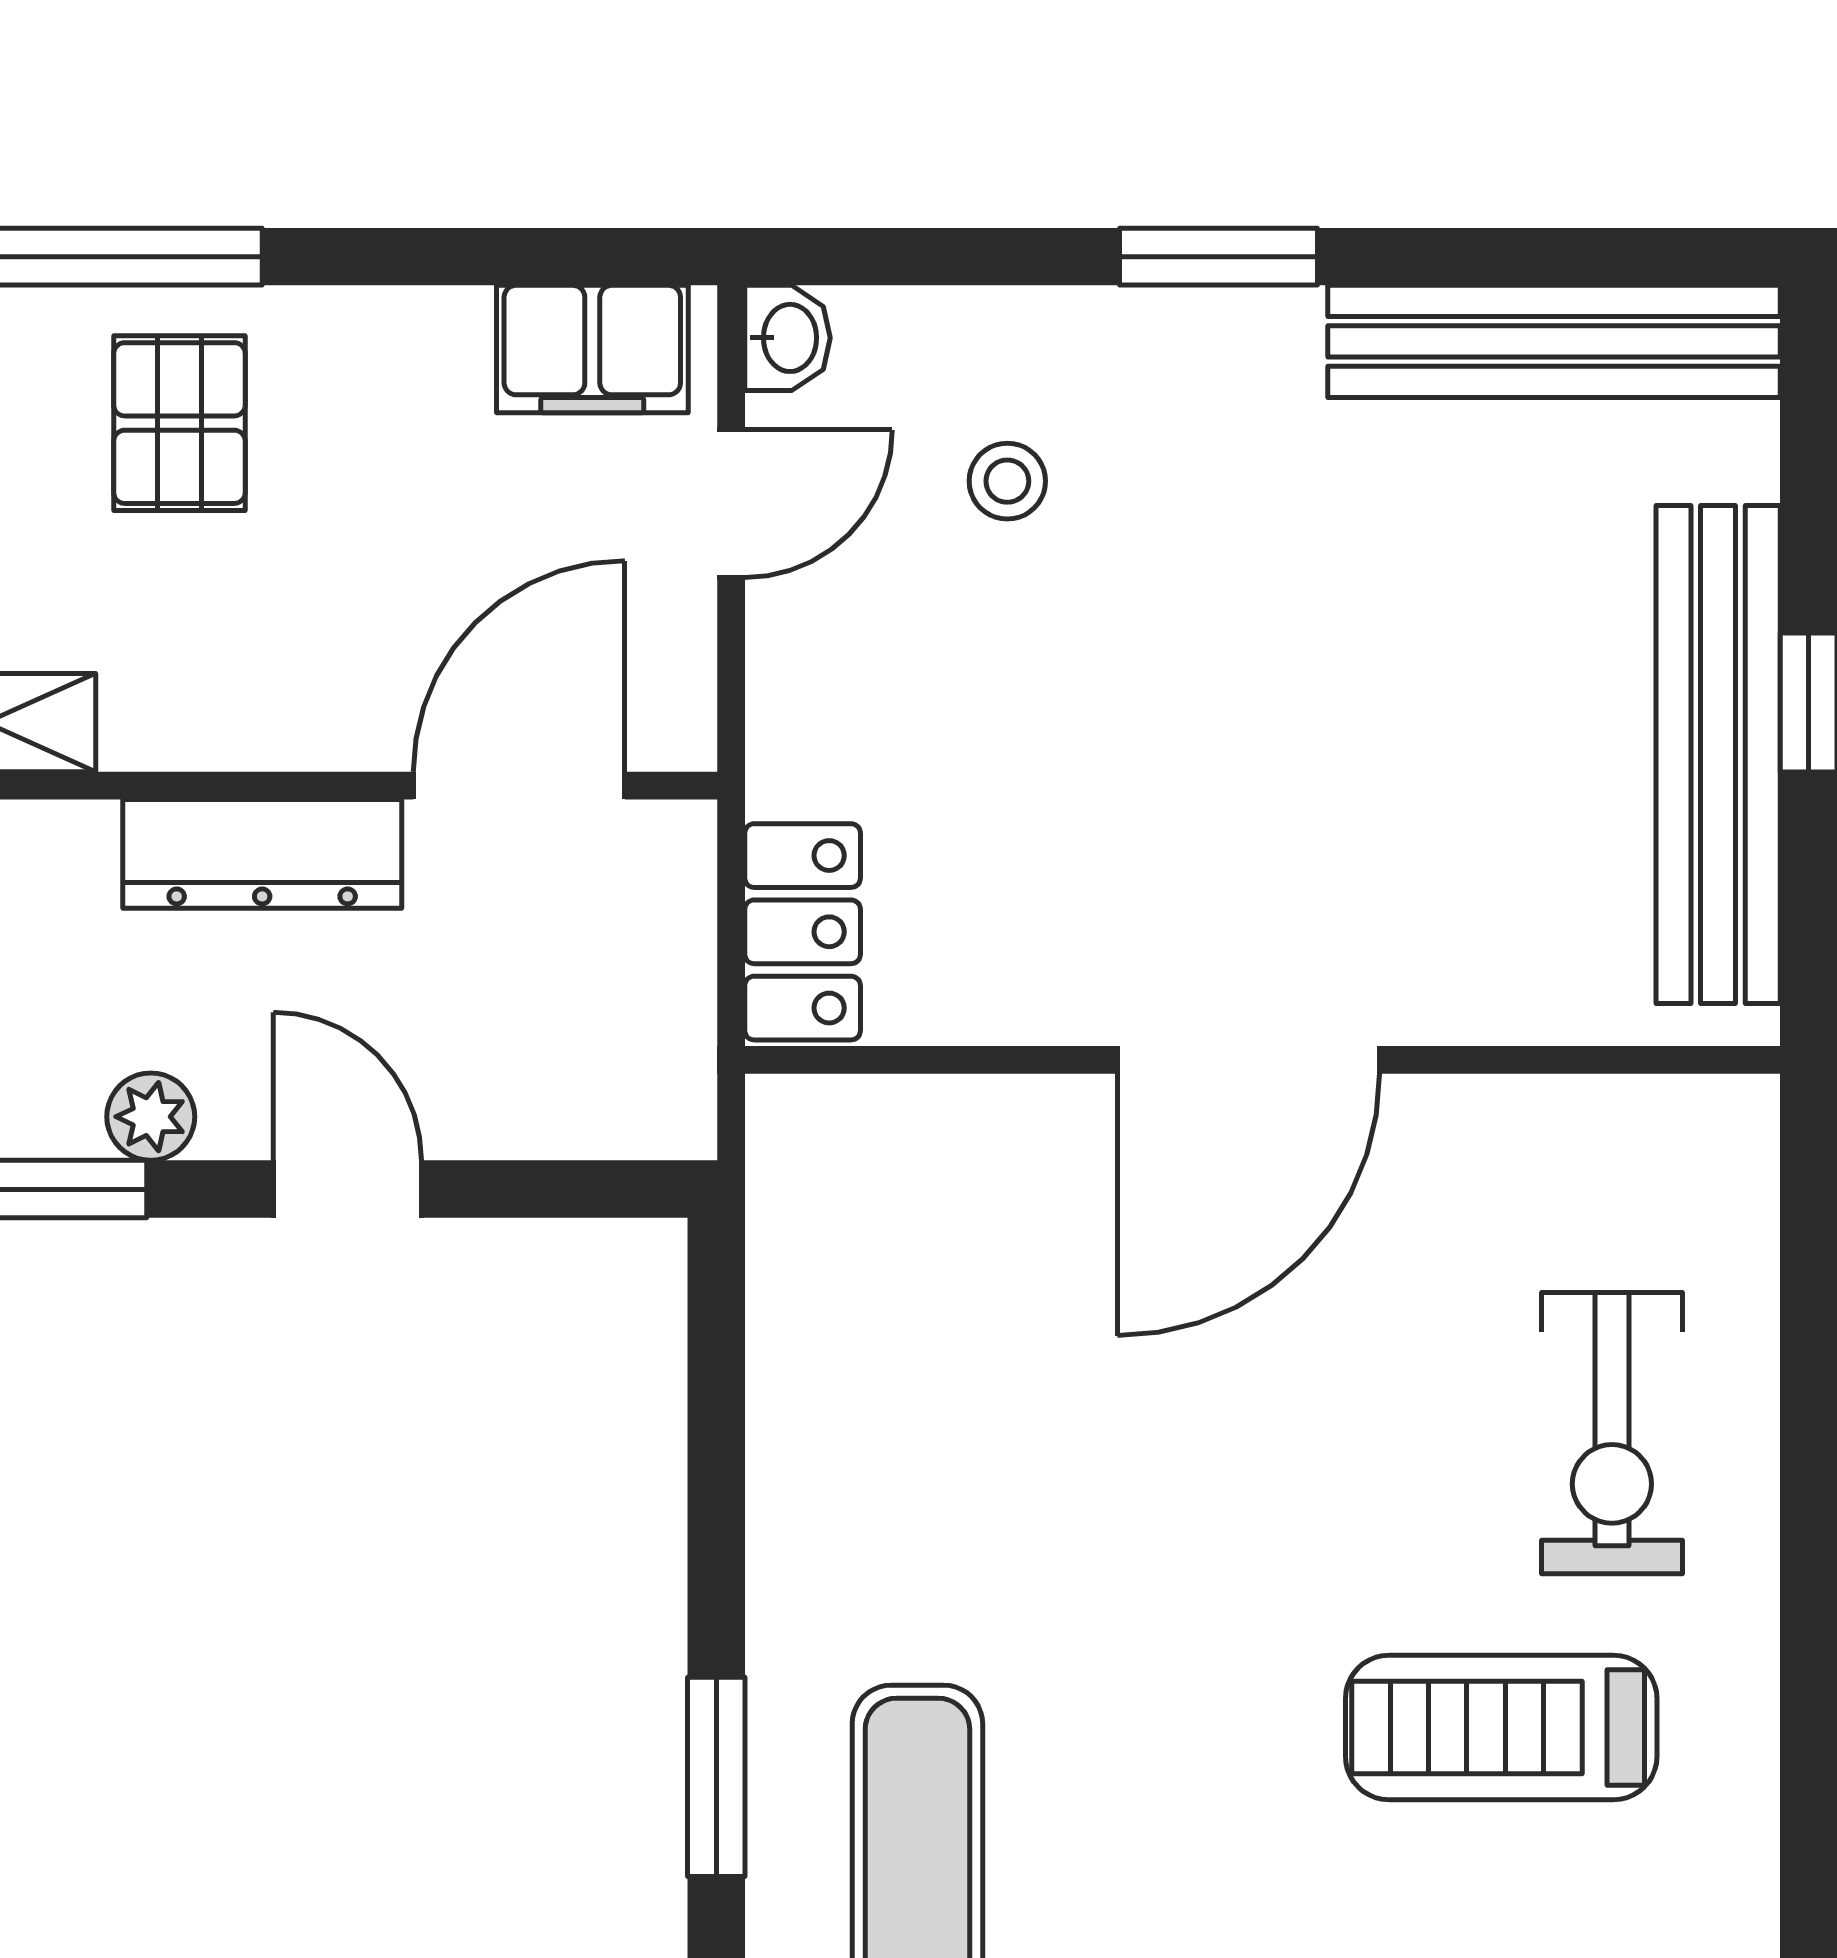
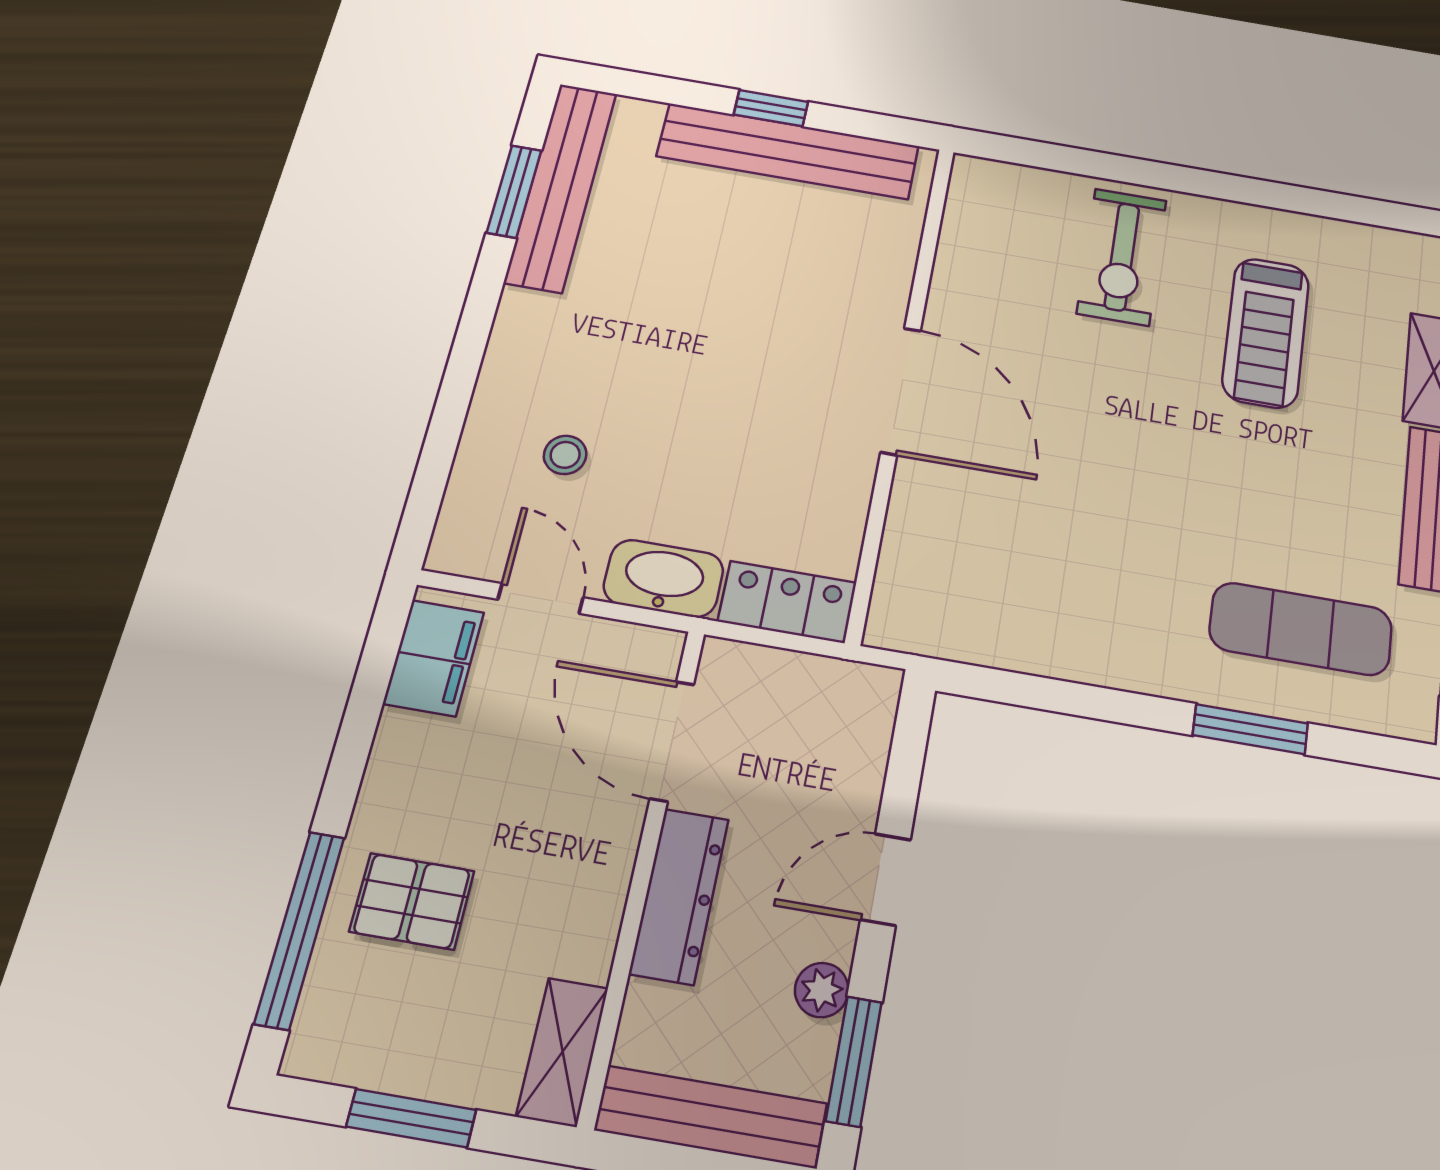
window: (1218, 257) -> (514, 191), moved
washbasin: (787, 338) -> (664, 578), moved, width x1.91, depth x1.45
exercise bike: (1612, 1433) -> (1122, 257), turned 90

